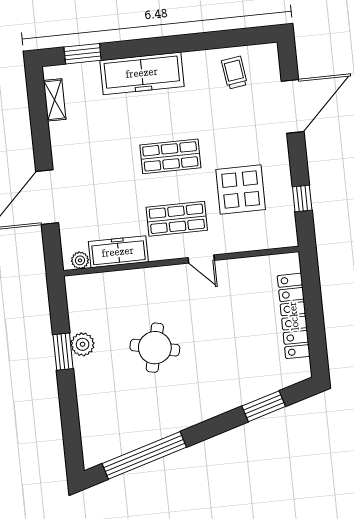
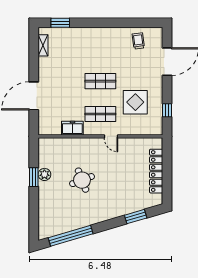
freezer: (142, 73) -> (90, 36), removed
freezer: (118, 252) -> (72, 128), width x0.71
plant: (80, 260) -> (48, 131), removed
round table: (155, 348) -> (82, 180), turned -34

